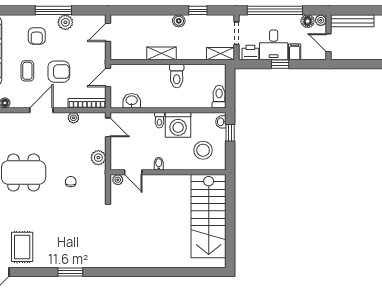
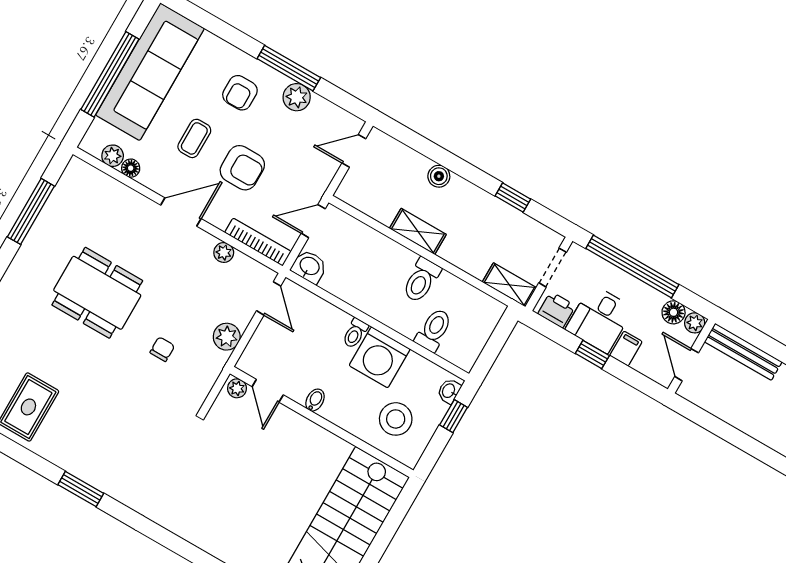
boiler: (179, 21) -> (439, 176), moved
toilet: (219, 97) -> (434, 330), moved
washbasin: (132, 101) -> (309, 267), moved

